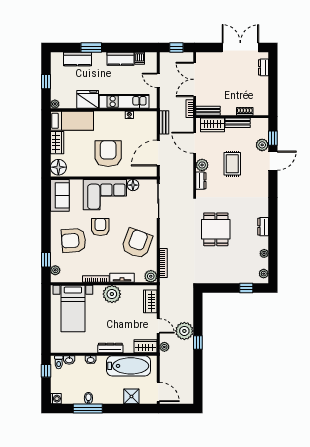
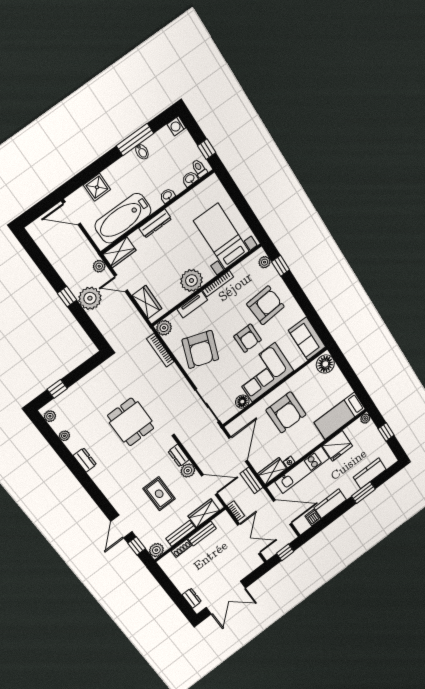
door: (158, 80) -> (283, 512), width x1.88
bench: (208, 111) -> (202, 534), moved
wardrobe: (57, 143) -> (272, 471), moved, turned 90
plant: (262, 145) -> (156, 550), moved

